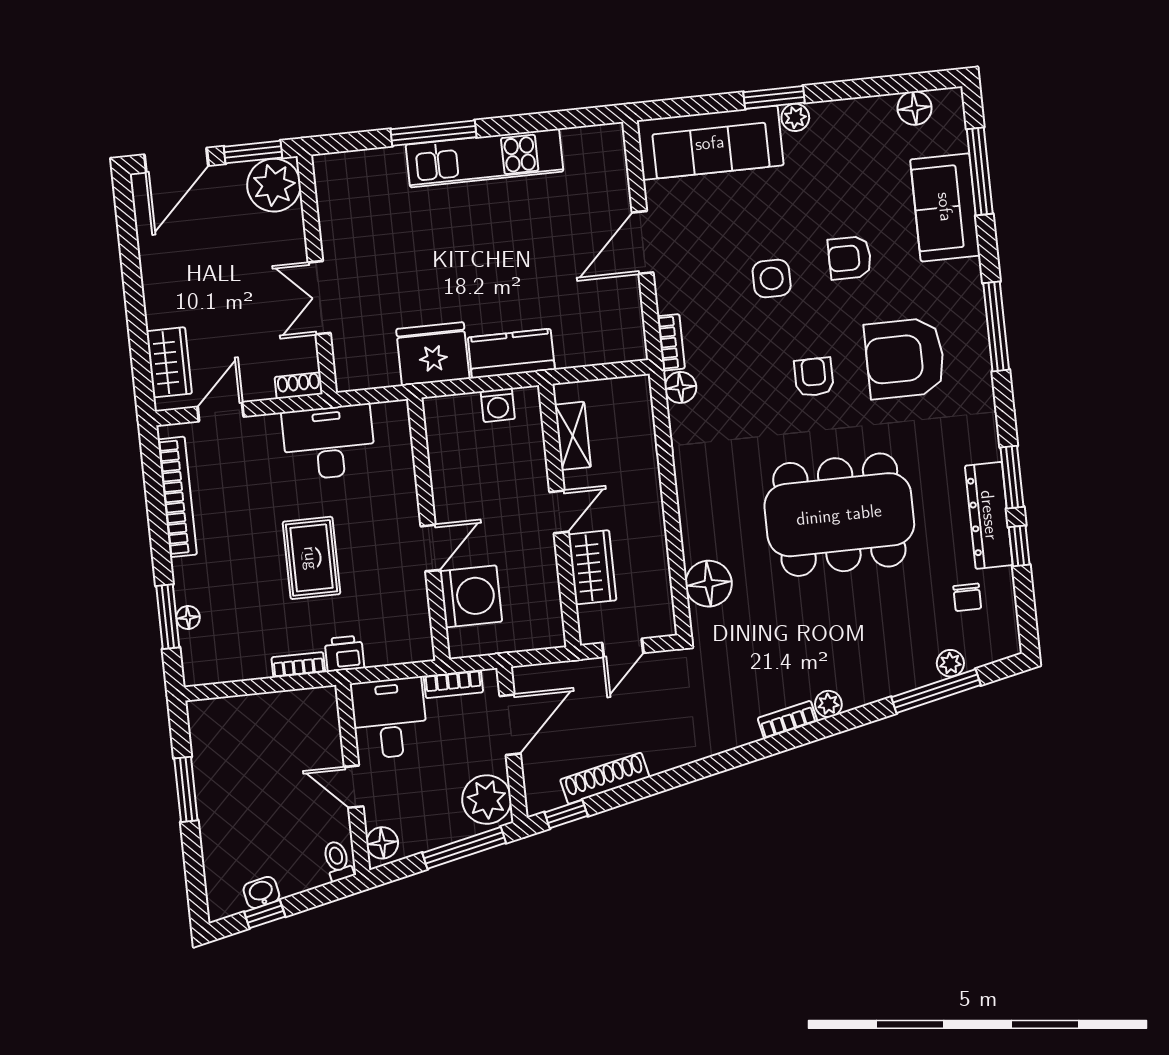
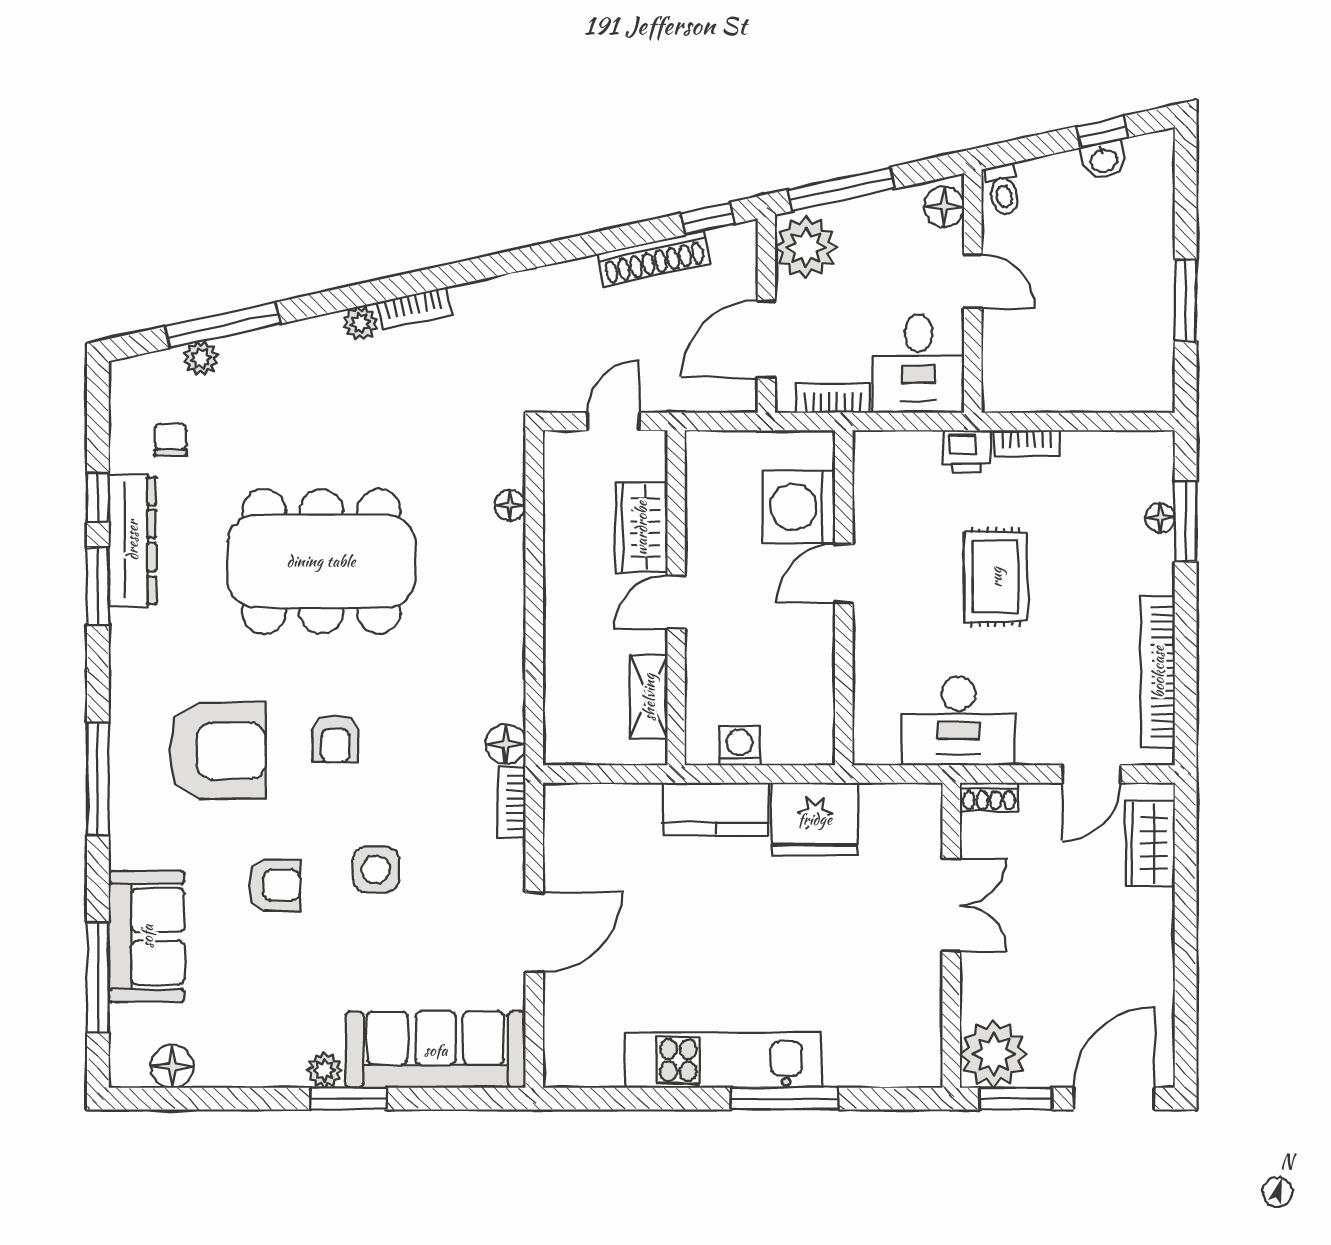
floor lamp: (709, 584) -> (510, 505), width x0.53, depth x0.53

